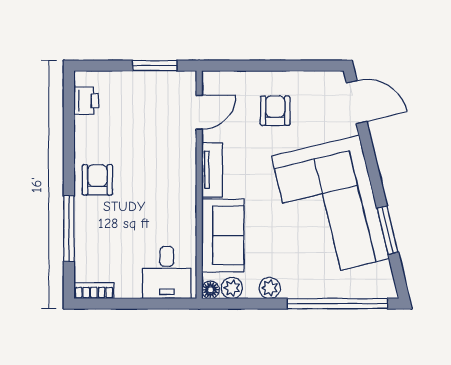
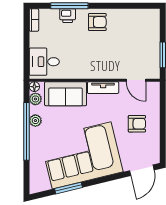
printer: (86, 101) -> (68, 16), moved
window: (337, 304) -> (27, 131), moved

